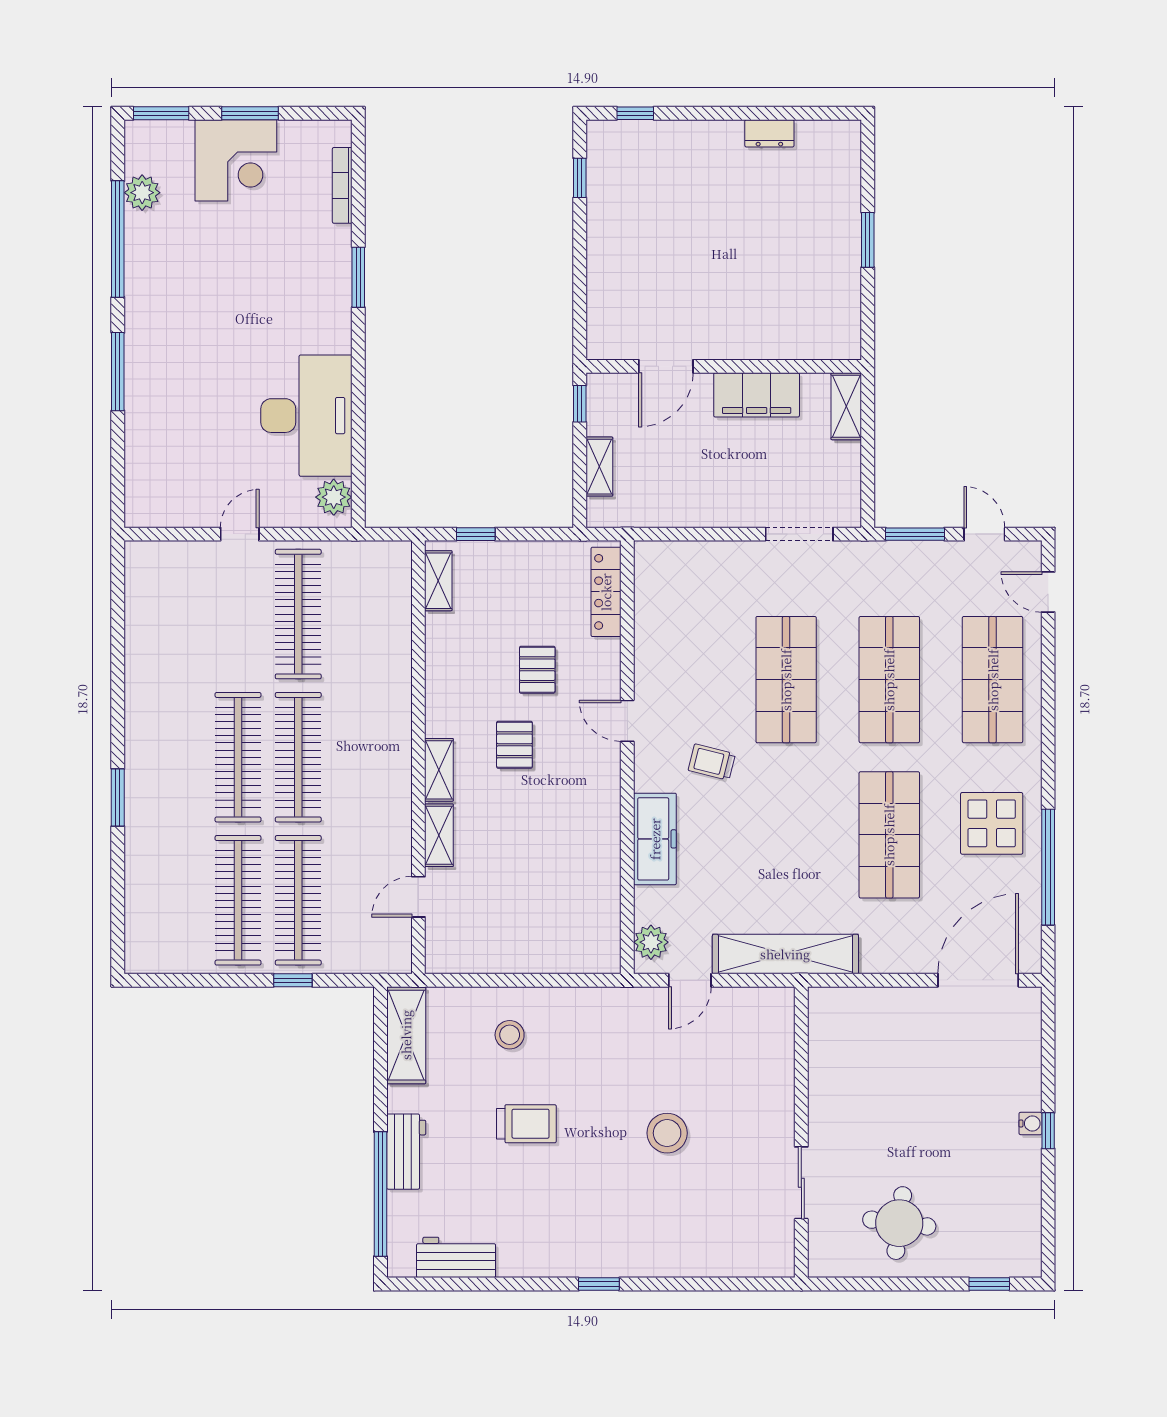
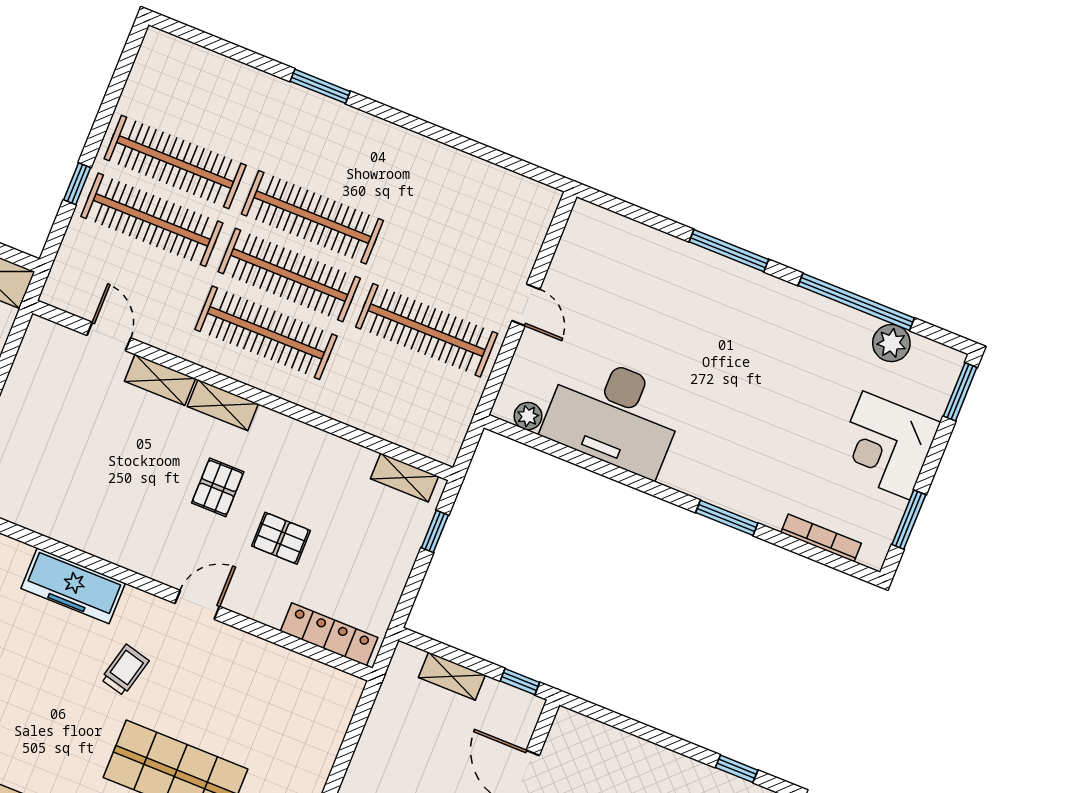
window: (250, 113) -> (909, 520), moved
plant: (334, 497) -> (528, 416), width x0.73, depth x0.73
pallet: (514, 745) -> (218, 487), turned 90
clothes rail: (358, 757) -> (266, 333), added

